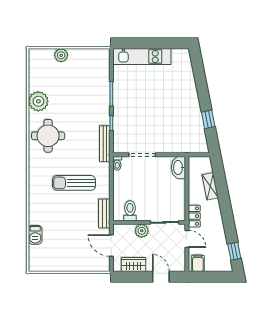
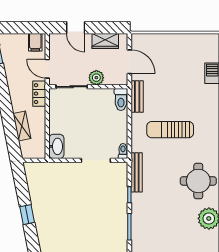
window: (208, 119) -> (27, 215), moved
sun lounger: (74, 183) -> (170, 130), turned 180
toilet: (130, 211) -> (121, 99), moved

